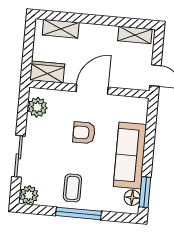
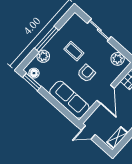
sofa: (130, 155) -> (69, 100), moved
coffee table: (72, 188) -> (74, 51), moved
plant: (29, 195) -> (43, 56), moved

